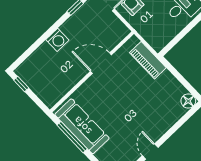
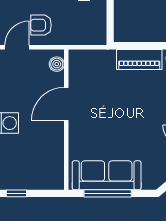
boiler: (119, 35) -> (57, 64), added
piano: (148, 60) -> (139, 59), moved

